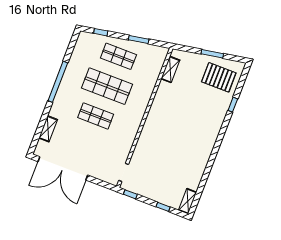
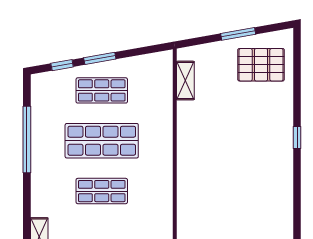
window: (139, 40) -> (100, 58), moved
window: (58, 82) -> (27, 140), moved
window: (233, 105) -> (297, 137), moved

